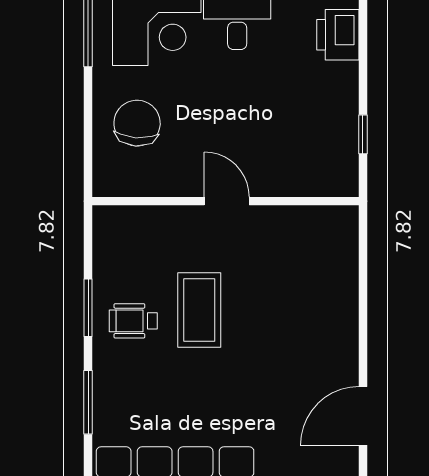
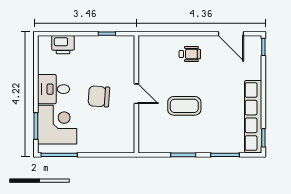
chair: (137, 123) -> (99, 96), moved
door: (227, 201) -> (136, 94), swing flipped
wheelchair: (133, 321) -> (190, 54), moved, turned -90

